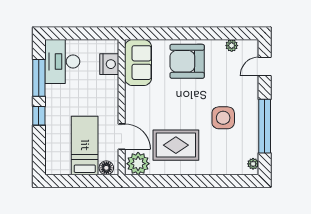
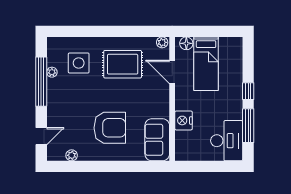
armchair: (187, 61) -> (110, 128), moved
nightstand: (109, 64) -> (184, 120), moved
side table: (223, 118) -> (79, 63), moved
plant: (138, 164) -> (162, 42), width x0.53, depth x0.53
plant: (253, 164) -> (52, 72), moved

